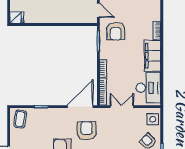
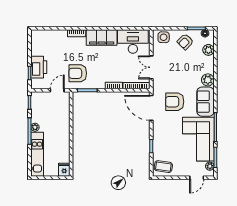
armchair: (116, 31) -> (78, 73), turned 180

